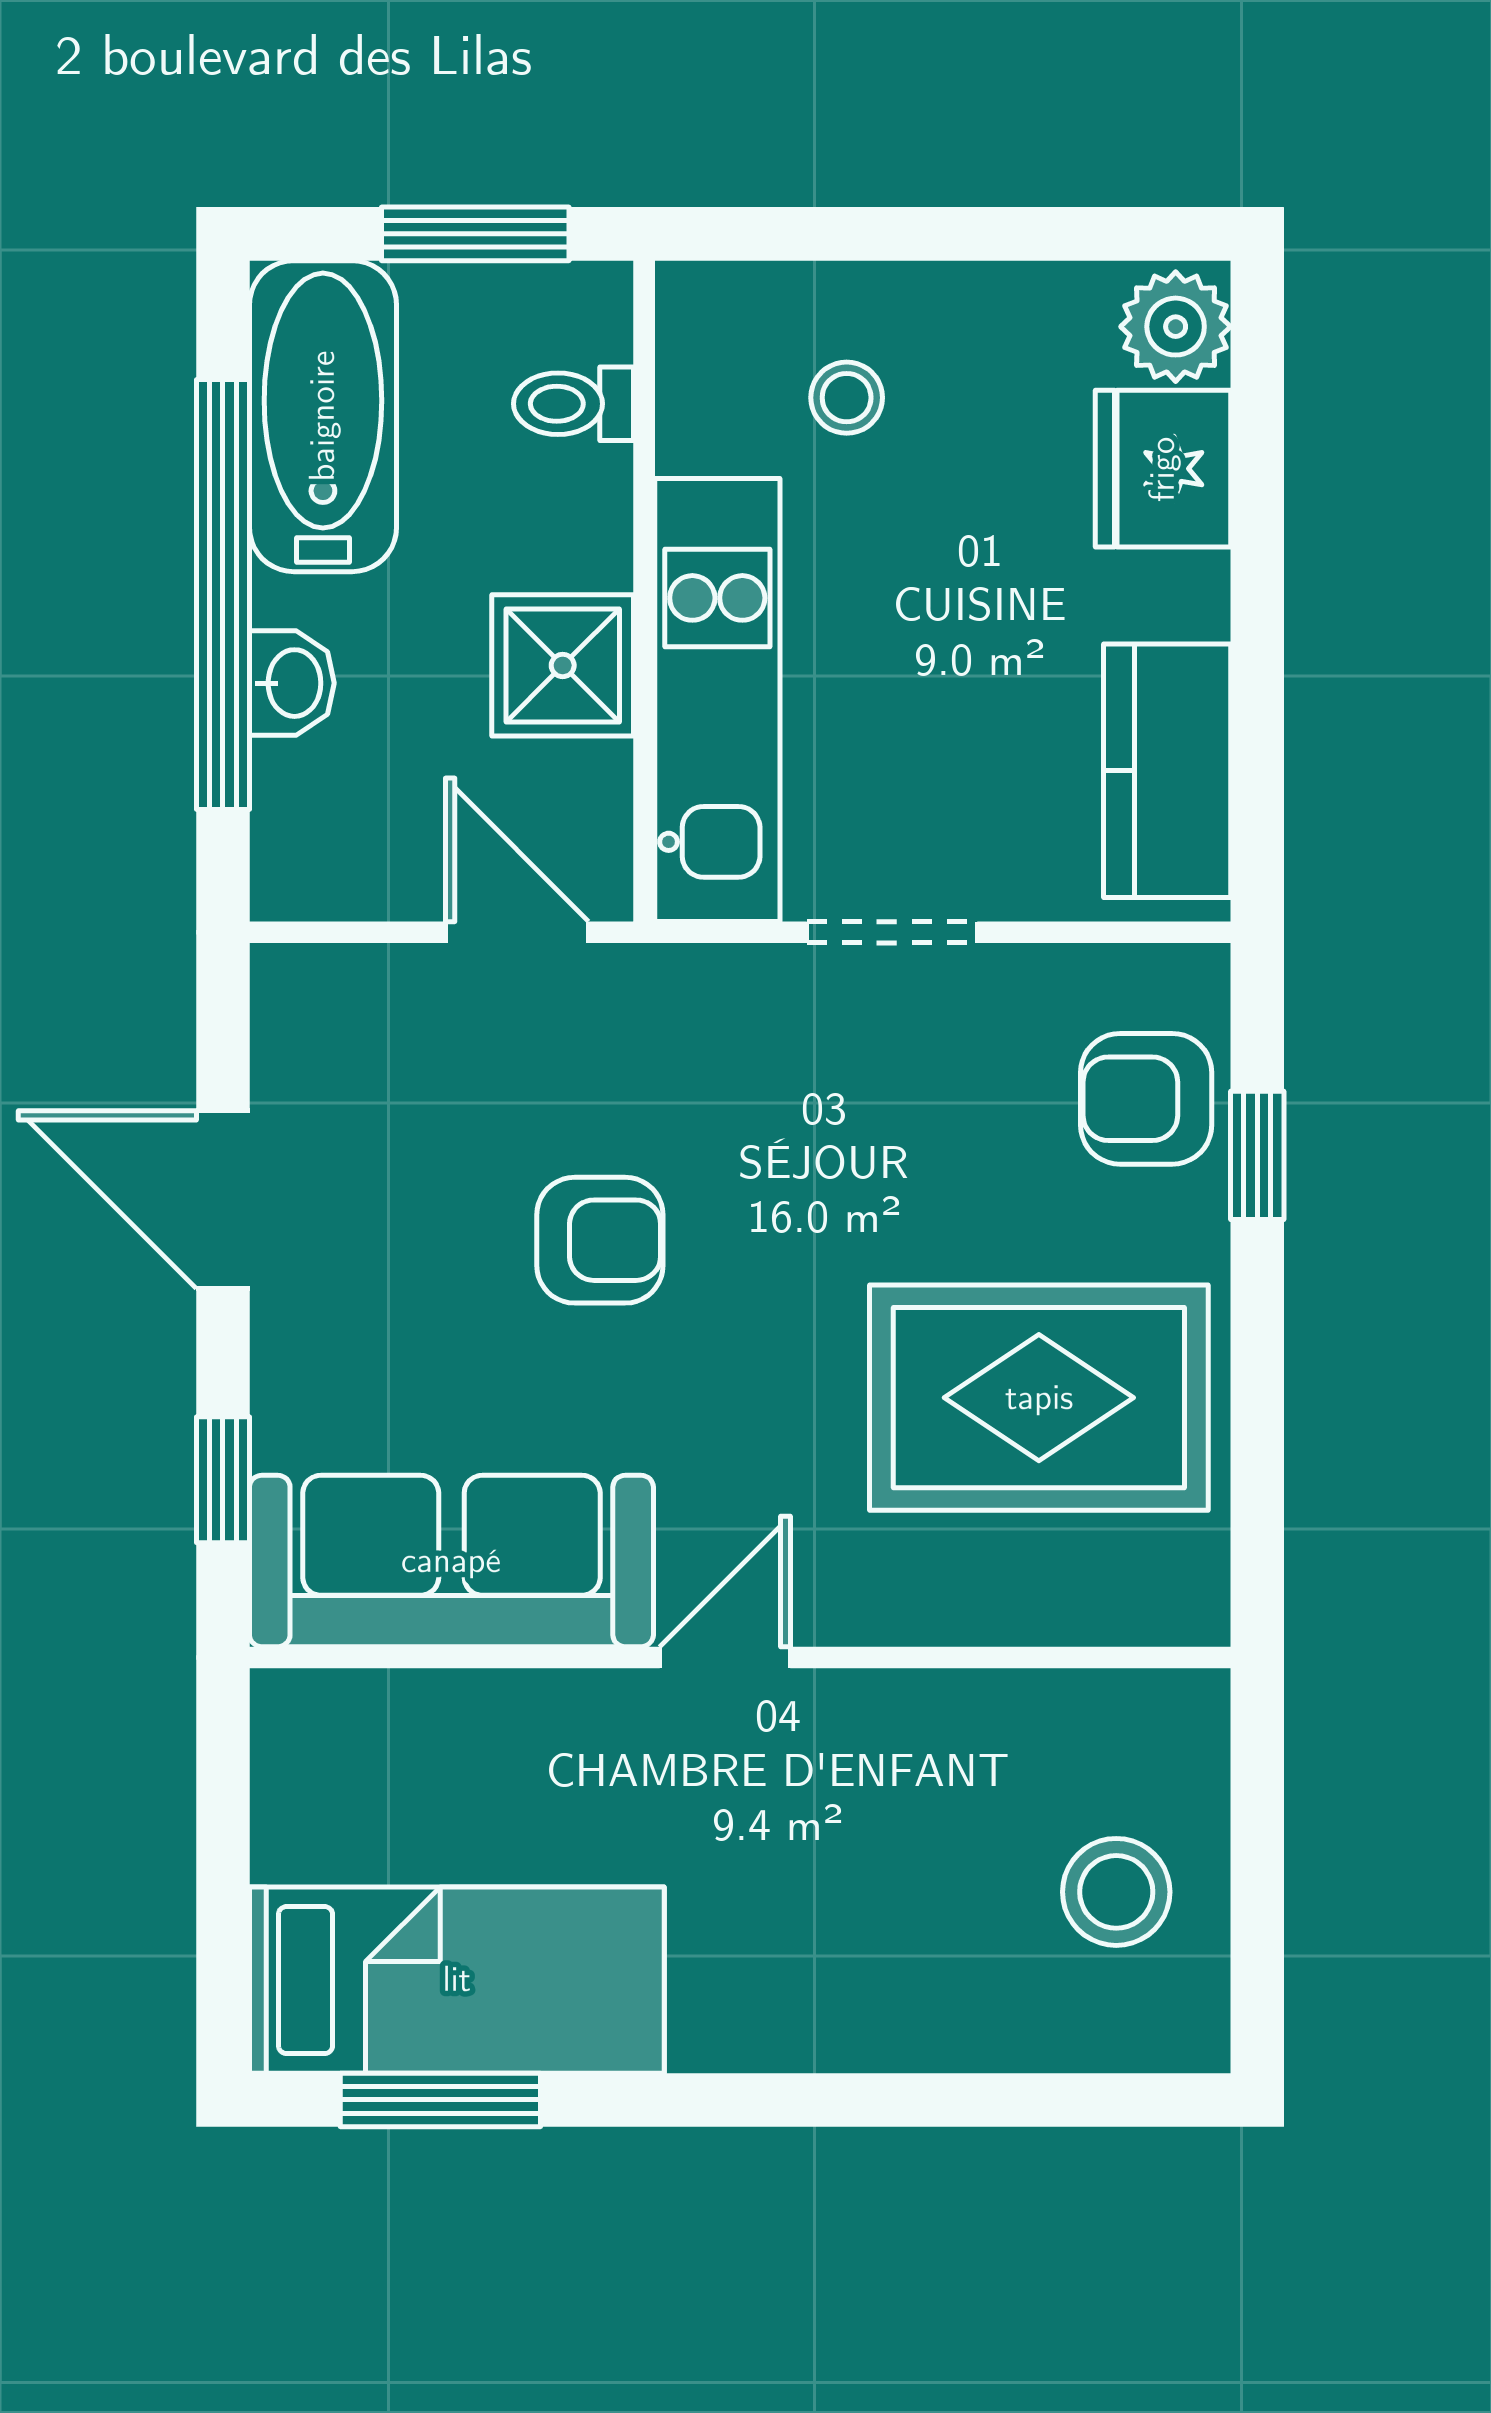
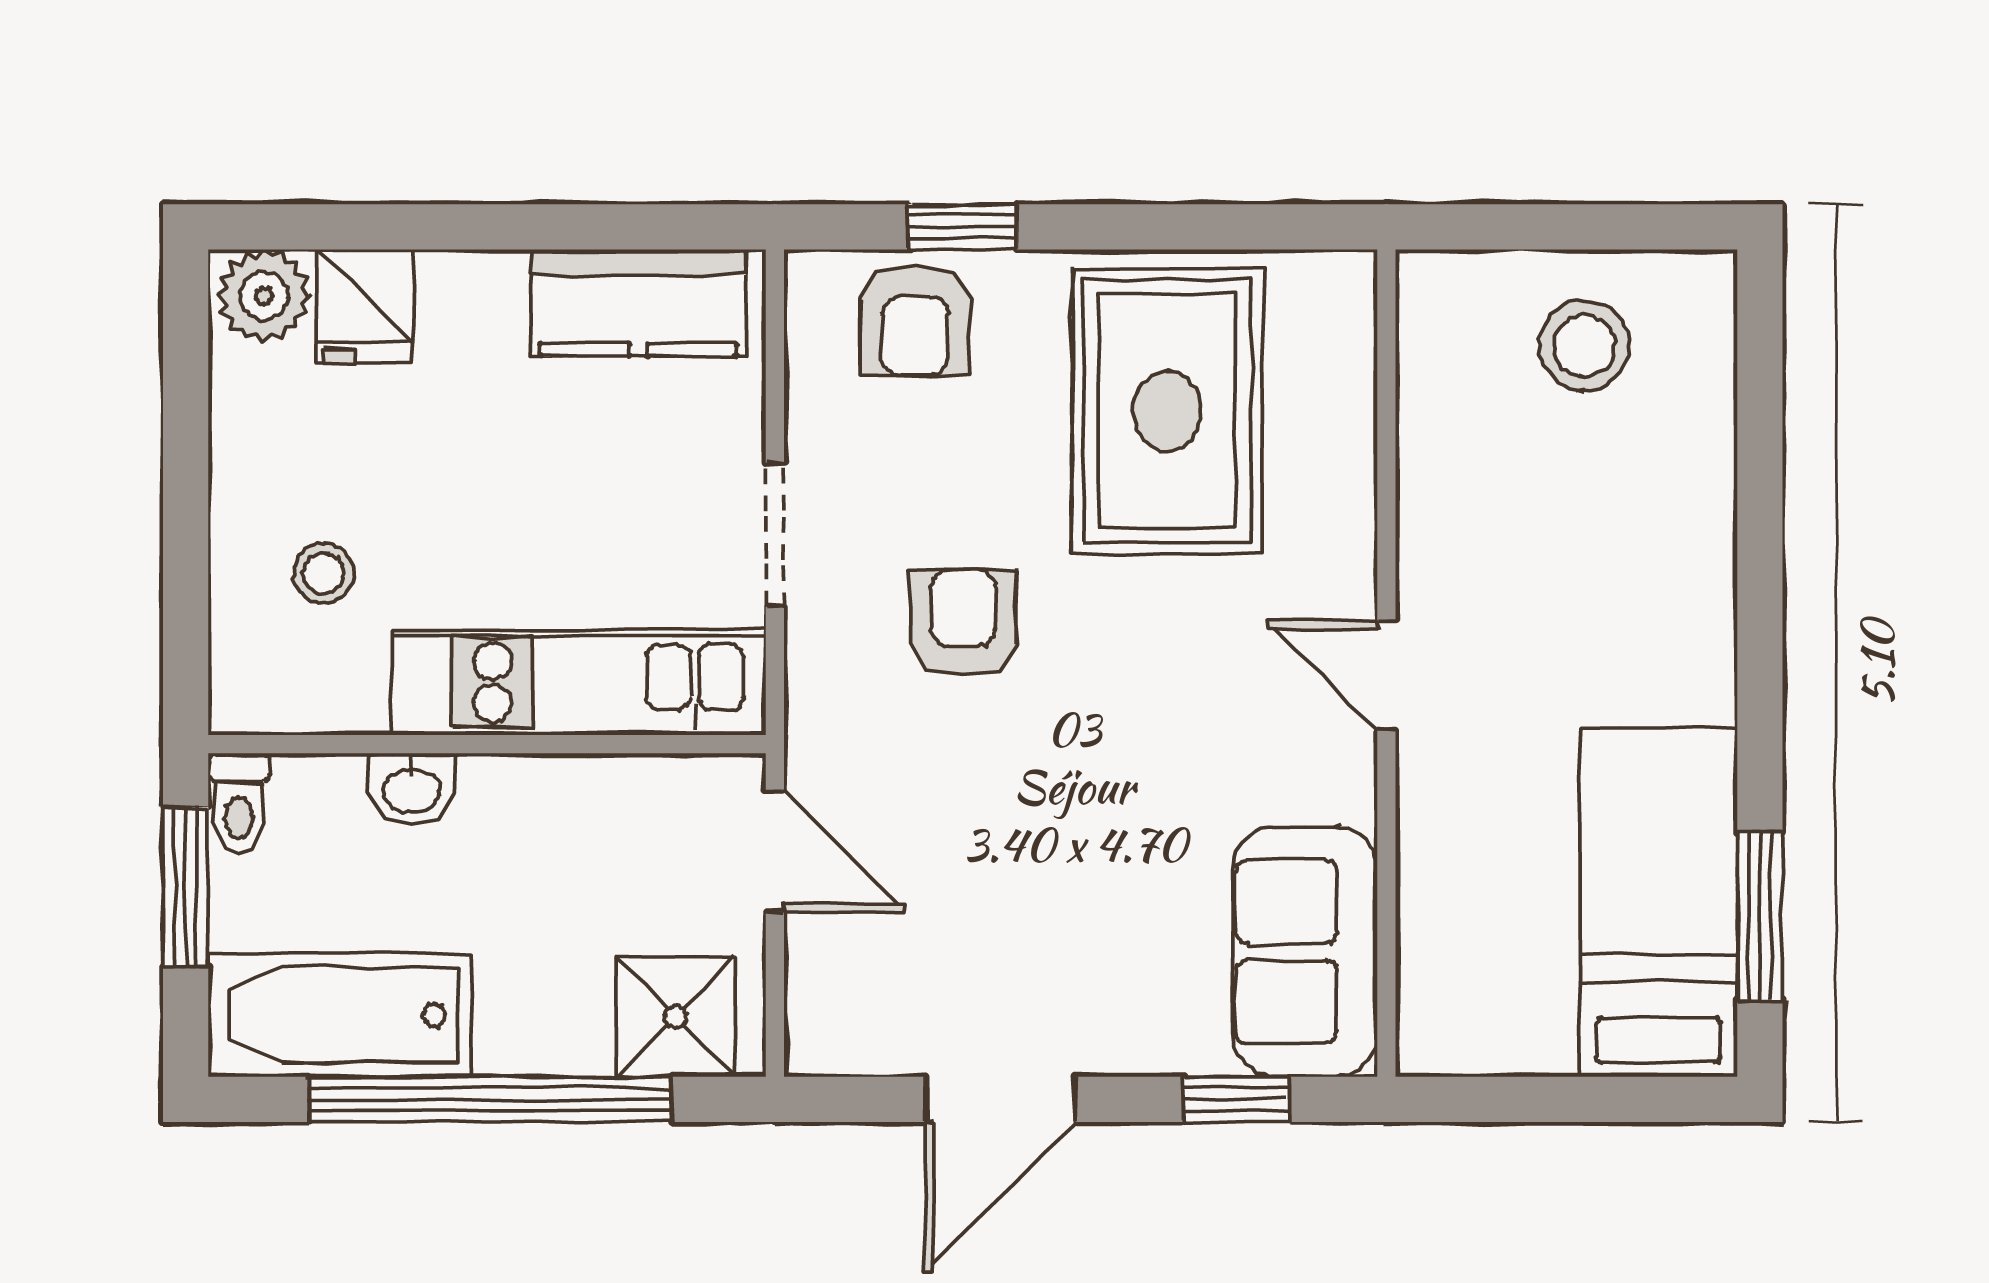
toilet: (574, 404) -> (239, 804), moved
fridge: (1163, 469) -> (365, 306), width x0.72
shower: (563, 665) -> (676, 1017), moved
washbasin: (292, 683) -> (411, 789), moved, turned 180
door: (517, 932) -> (775, 851), swing flipped
armchair: (600, 1240) -> (963, 623), moved
sofa: (451, 1561) -> (1305, 952), width x0.73

